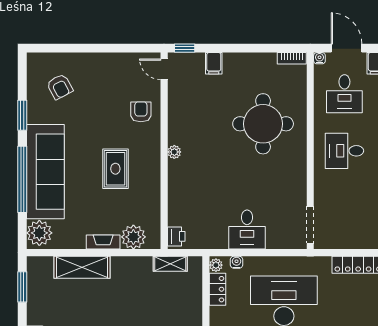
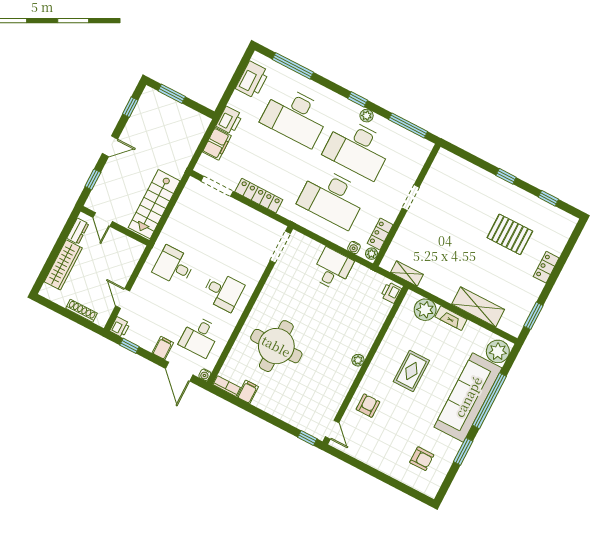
filing cabinet: (214, 63) -> (248, 392), moved
armchair: (60, 87) -> (422, 459), turned 118
desk: (344, 94) -> (200, 336), turned 180
armchair: (141, 112) -> (368, 406), turned 180

